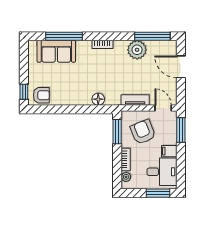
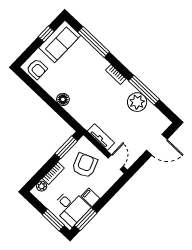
window: (152, 36) -> (144, 90), moved
sofa: (56, 51) -> (60, 41), moved, turned -90
door: (181, 67) -> (157, 145), swing flipped
window: (24, 92) -> (46, 34), moved
floor lamp: (98, 99) -> (63, 99), moved
window: (181, 130) -> (86, 219), moved

